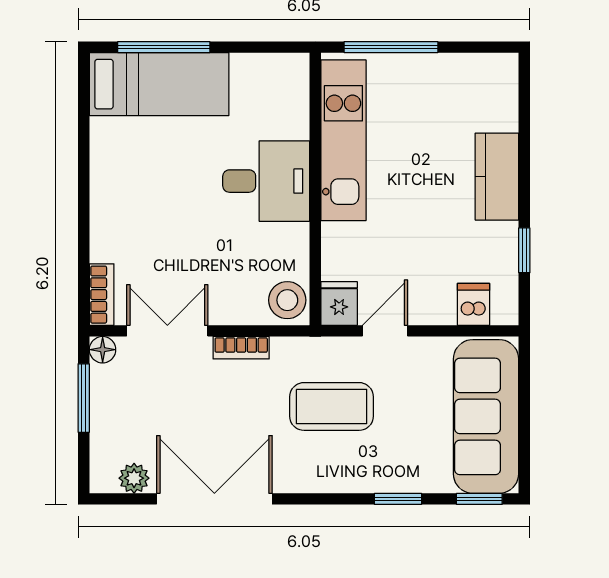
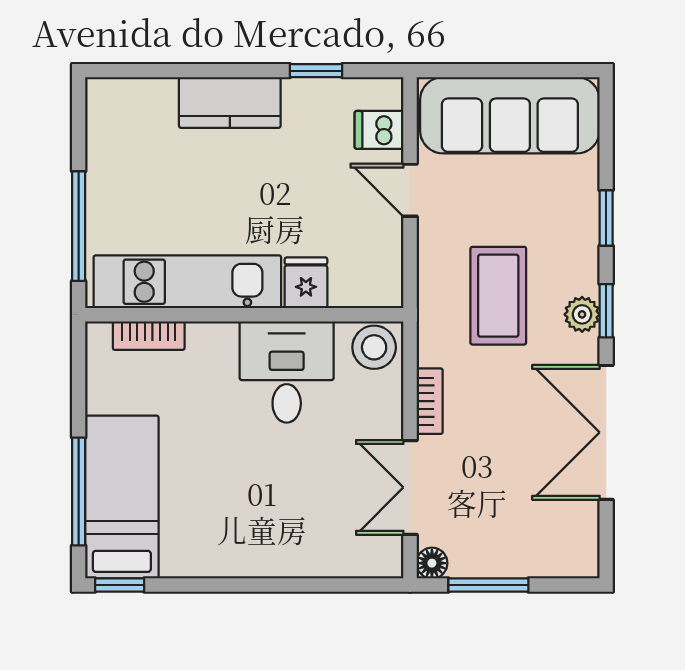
window: (84, 82) -> (120, 585), added
desk: (266, 181) -> (287, 372), moved
bookcase: (102, 295) -> (149, 336), moved, turned 180
fridge: (339, 304) -> (306, 283), moved, turned 90
door: (385, 331) -> (410, 190), moved
plant: (134, 478) -> (582, 314), moved
window: (479, 499) -> (606, 311), moved

